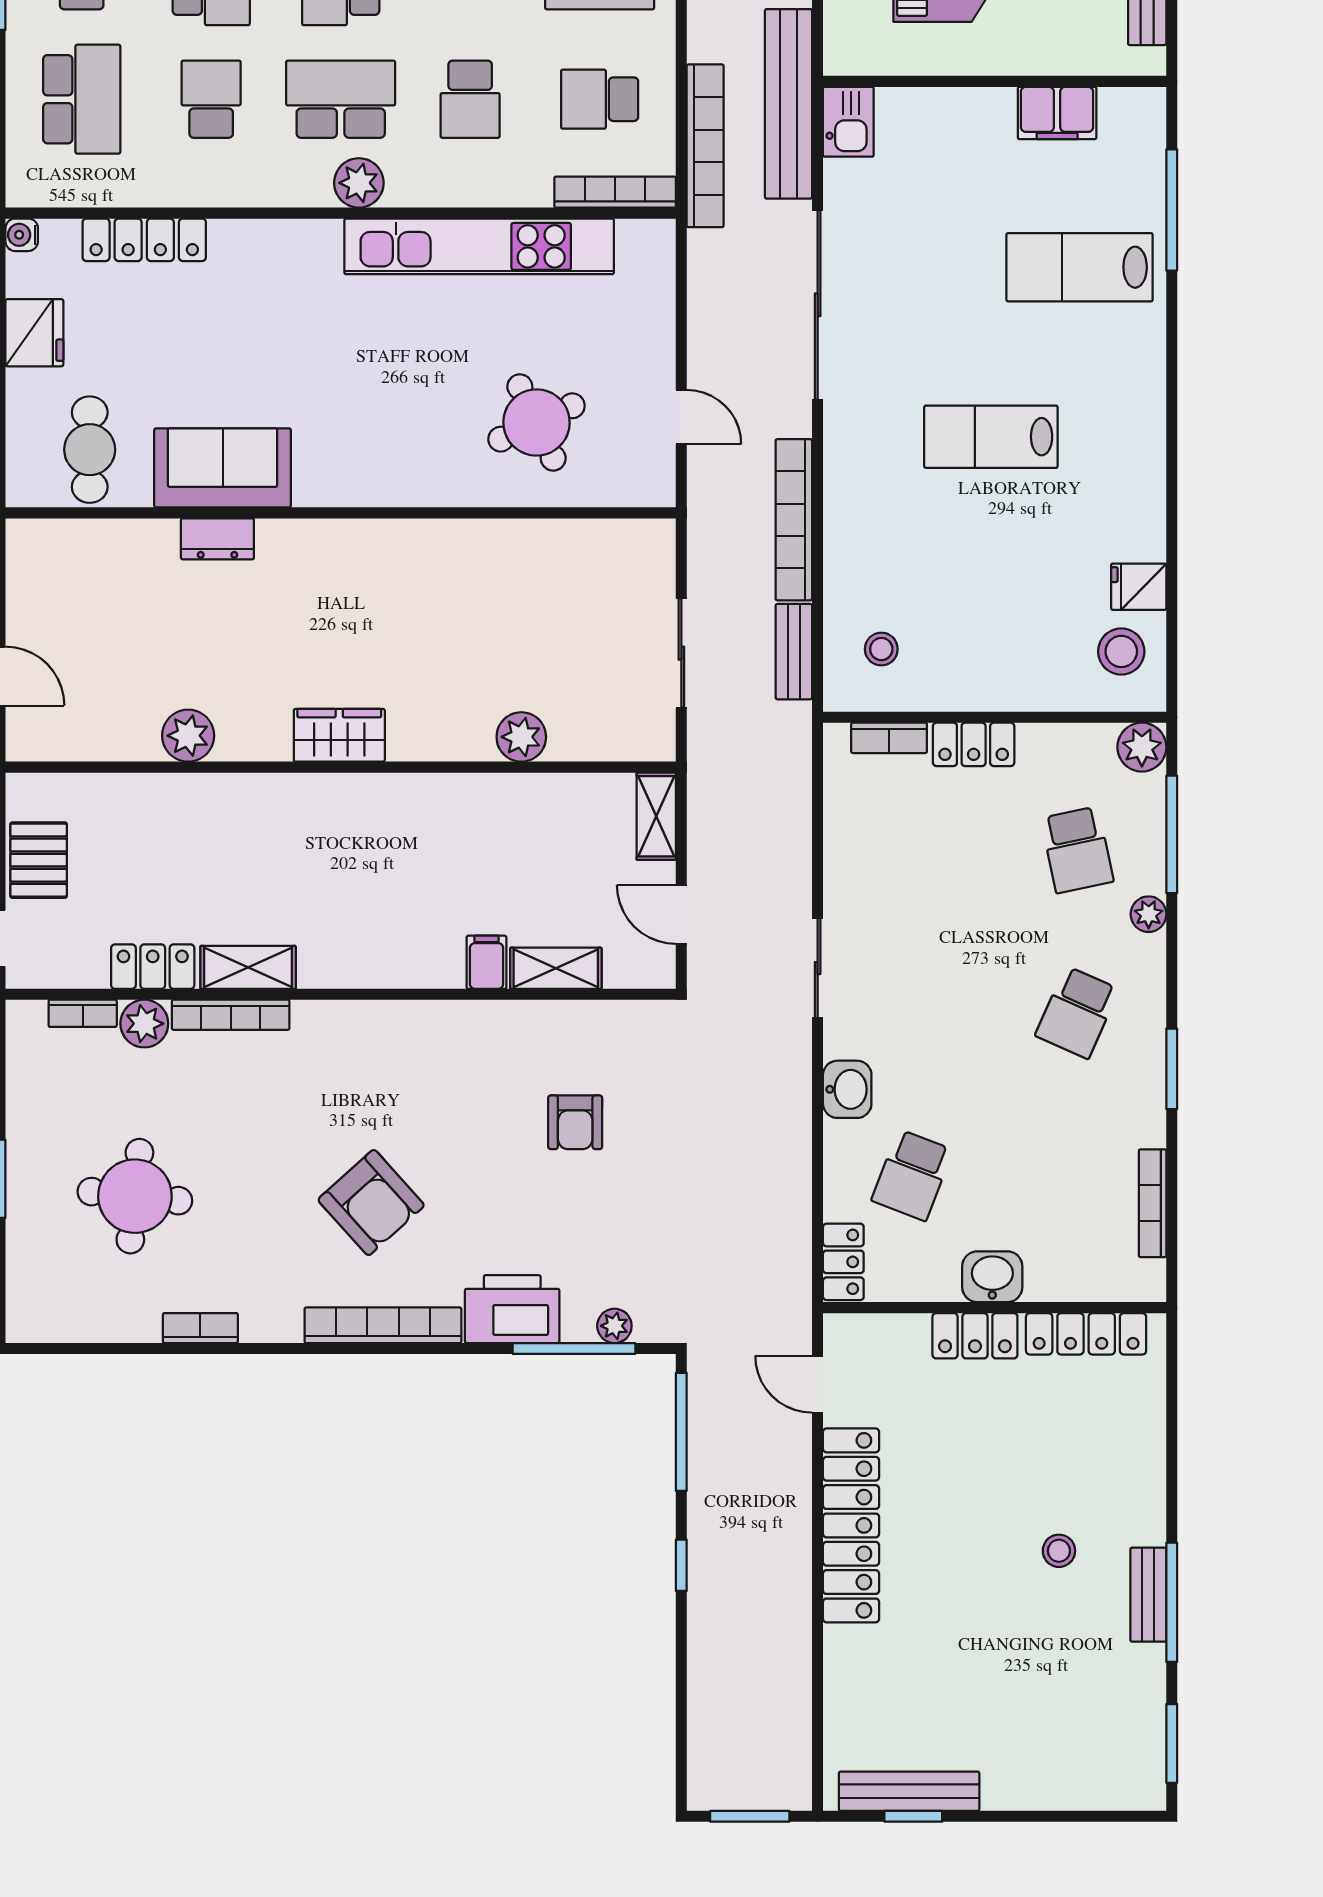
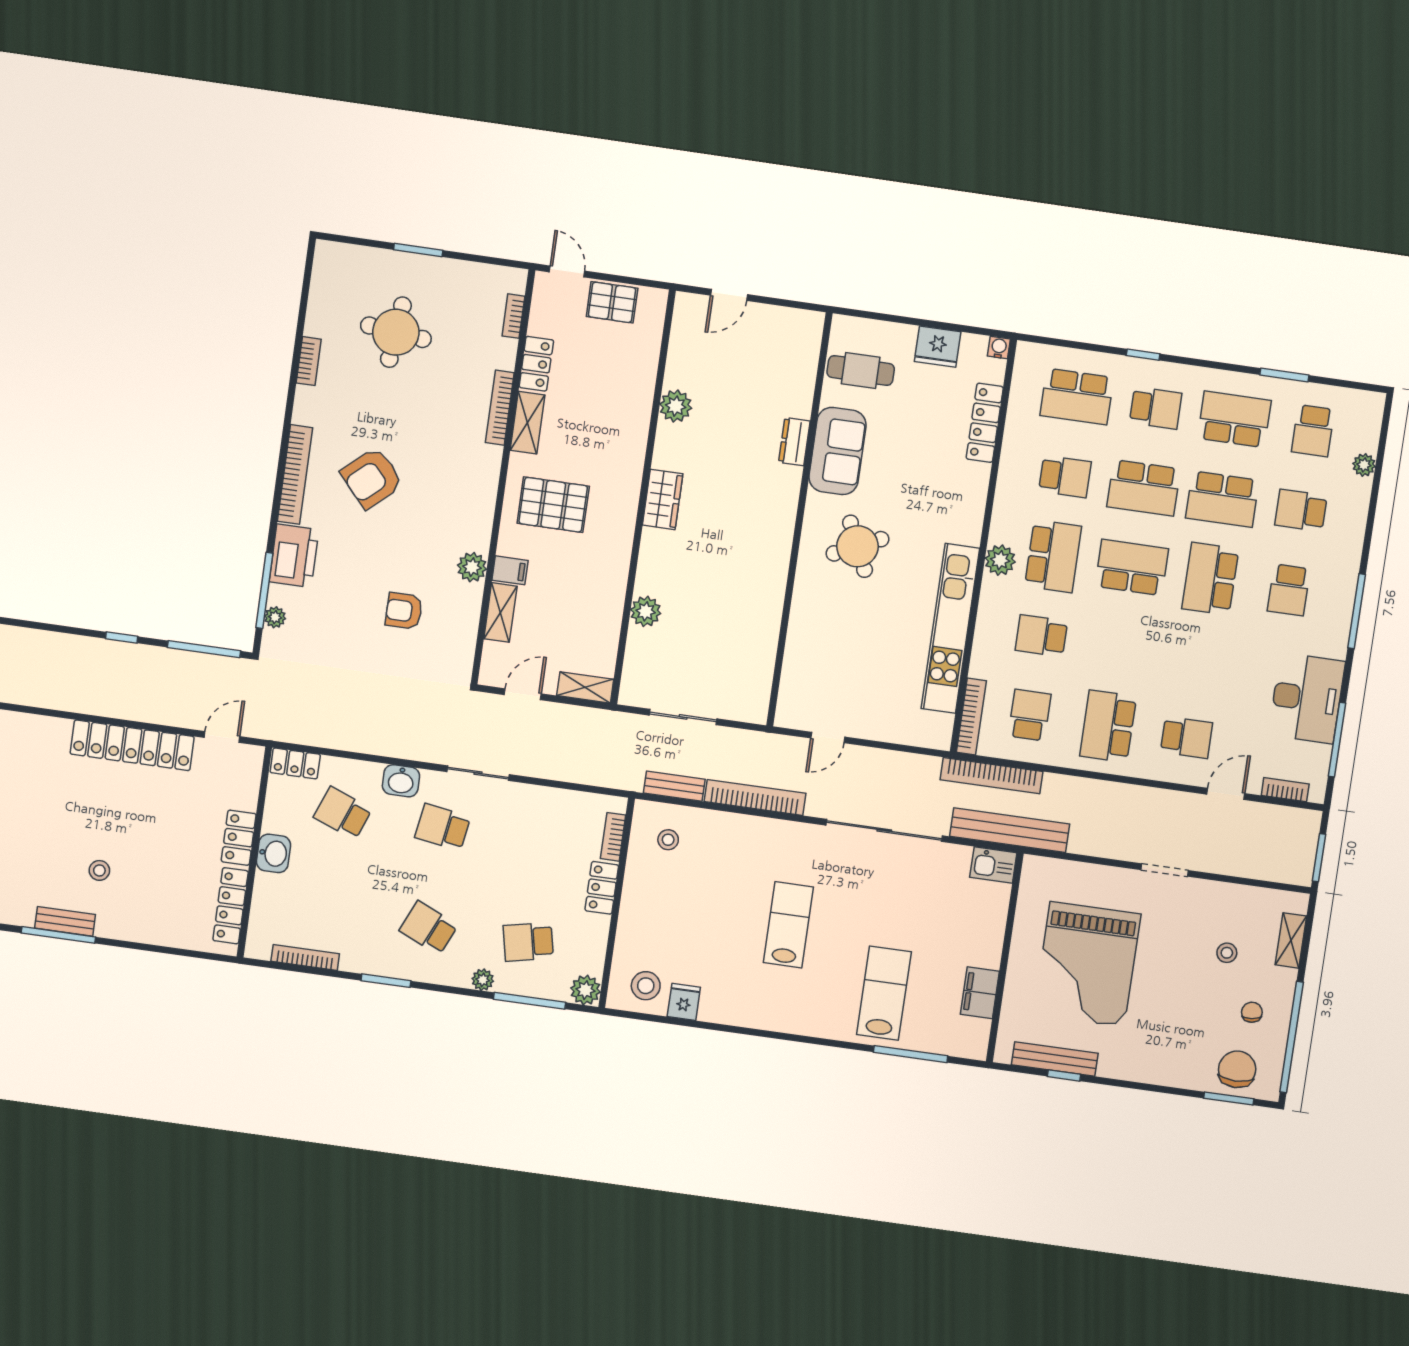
round table: (537, 422) -> (858, 546), moved
pallet: (372, 908) -> (553, 505), added
school desk: (912, 1012) -> (443, 827), added
plant: (144, 1024) -> (472, 567), moved

